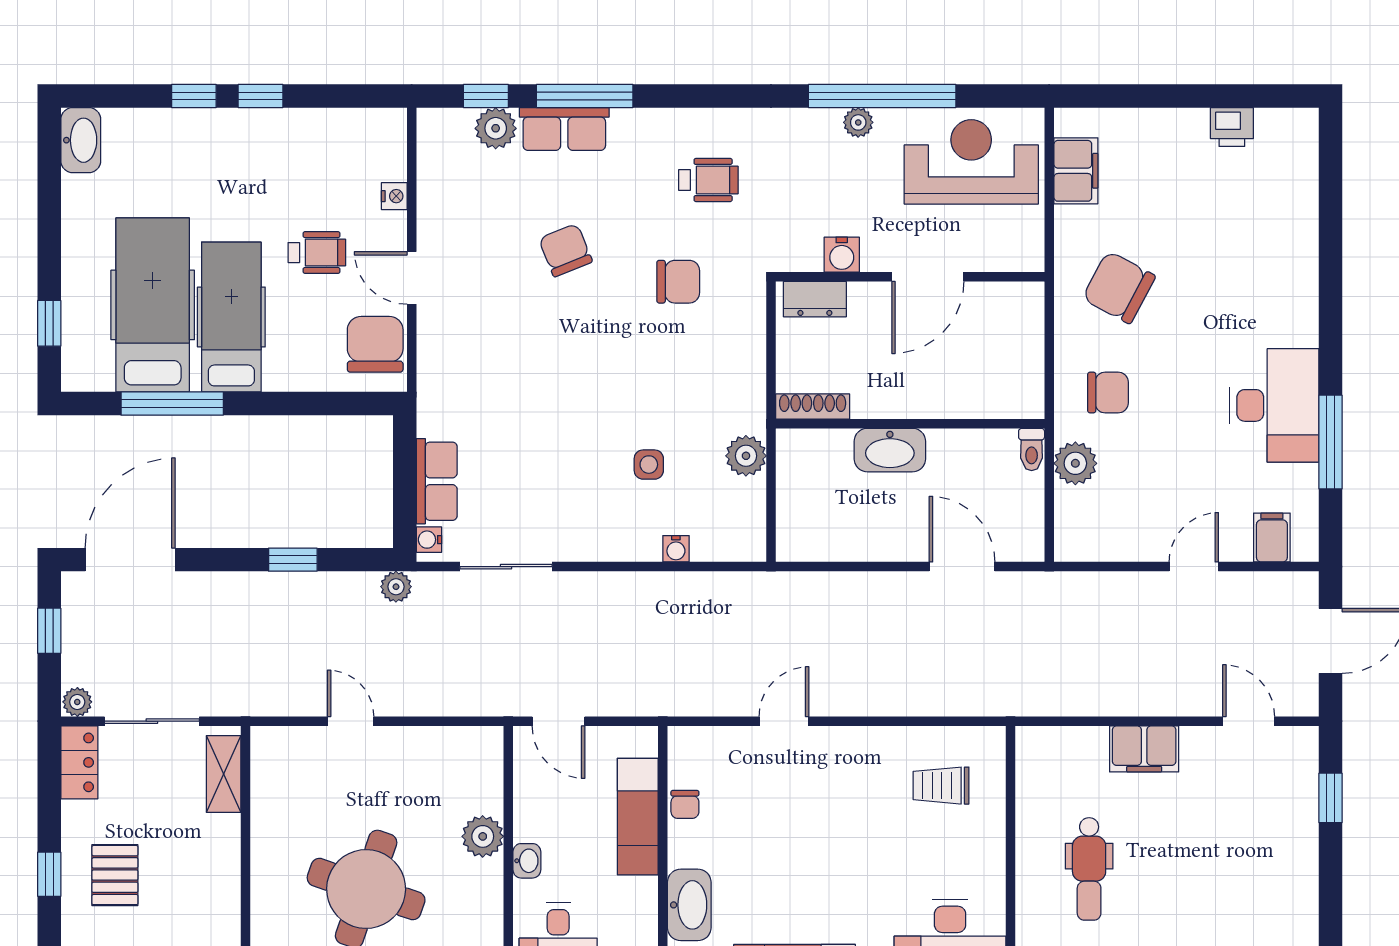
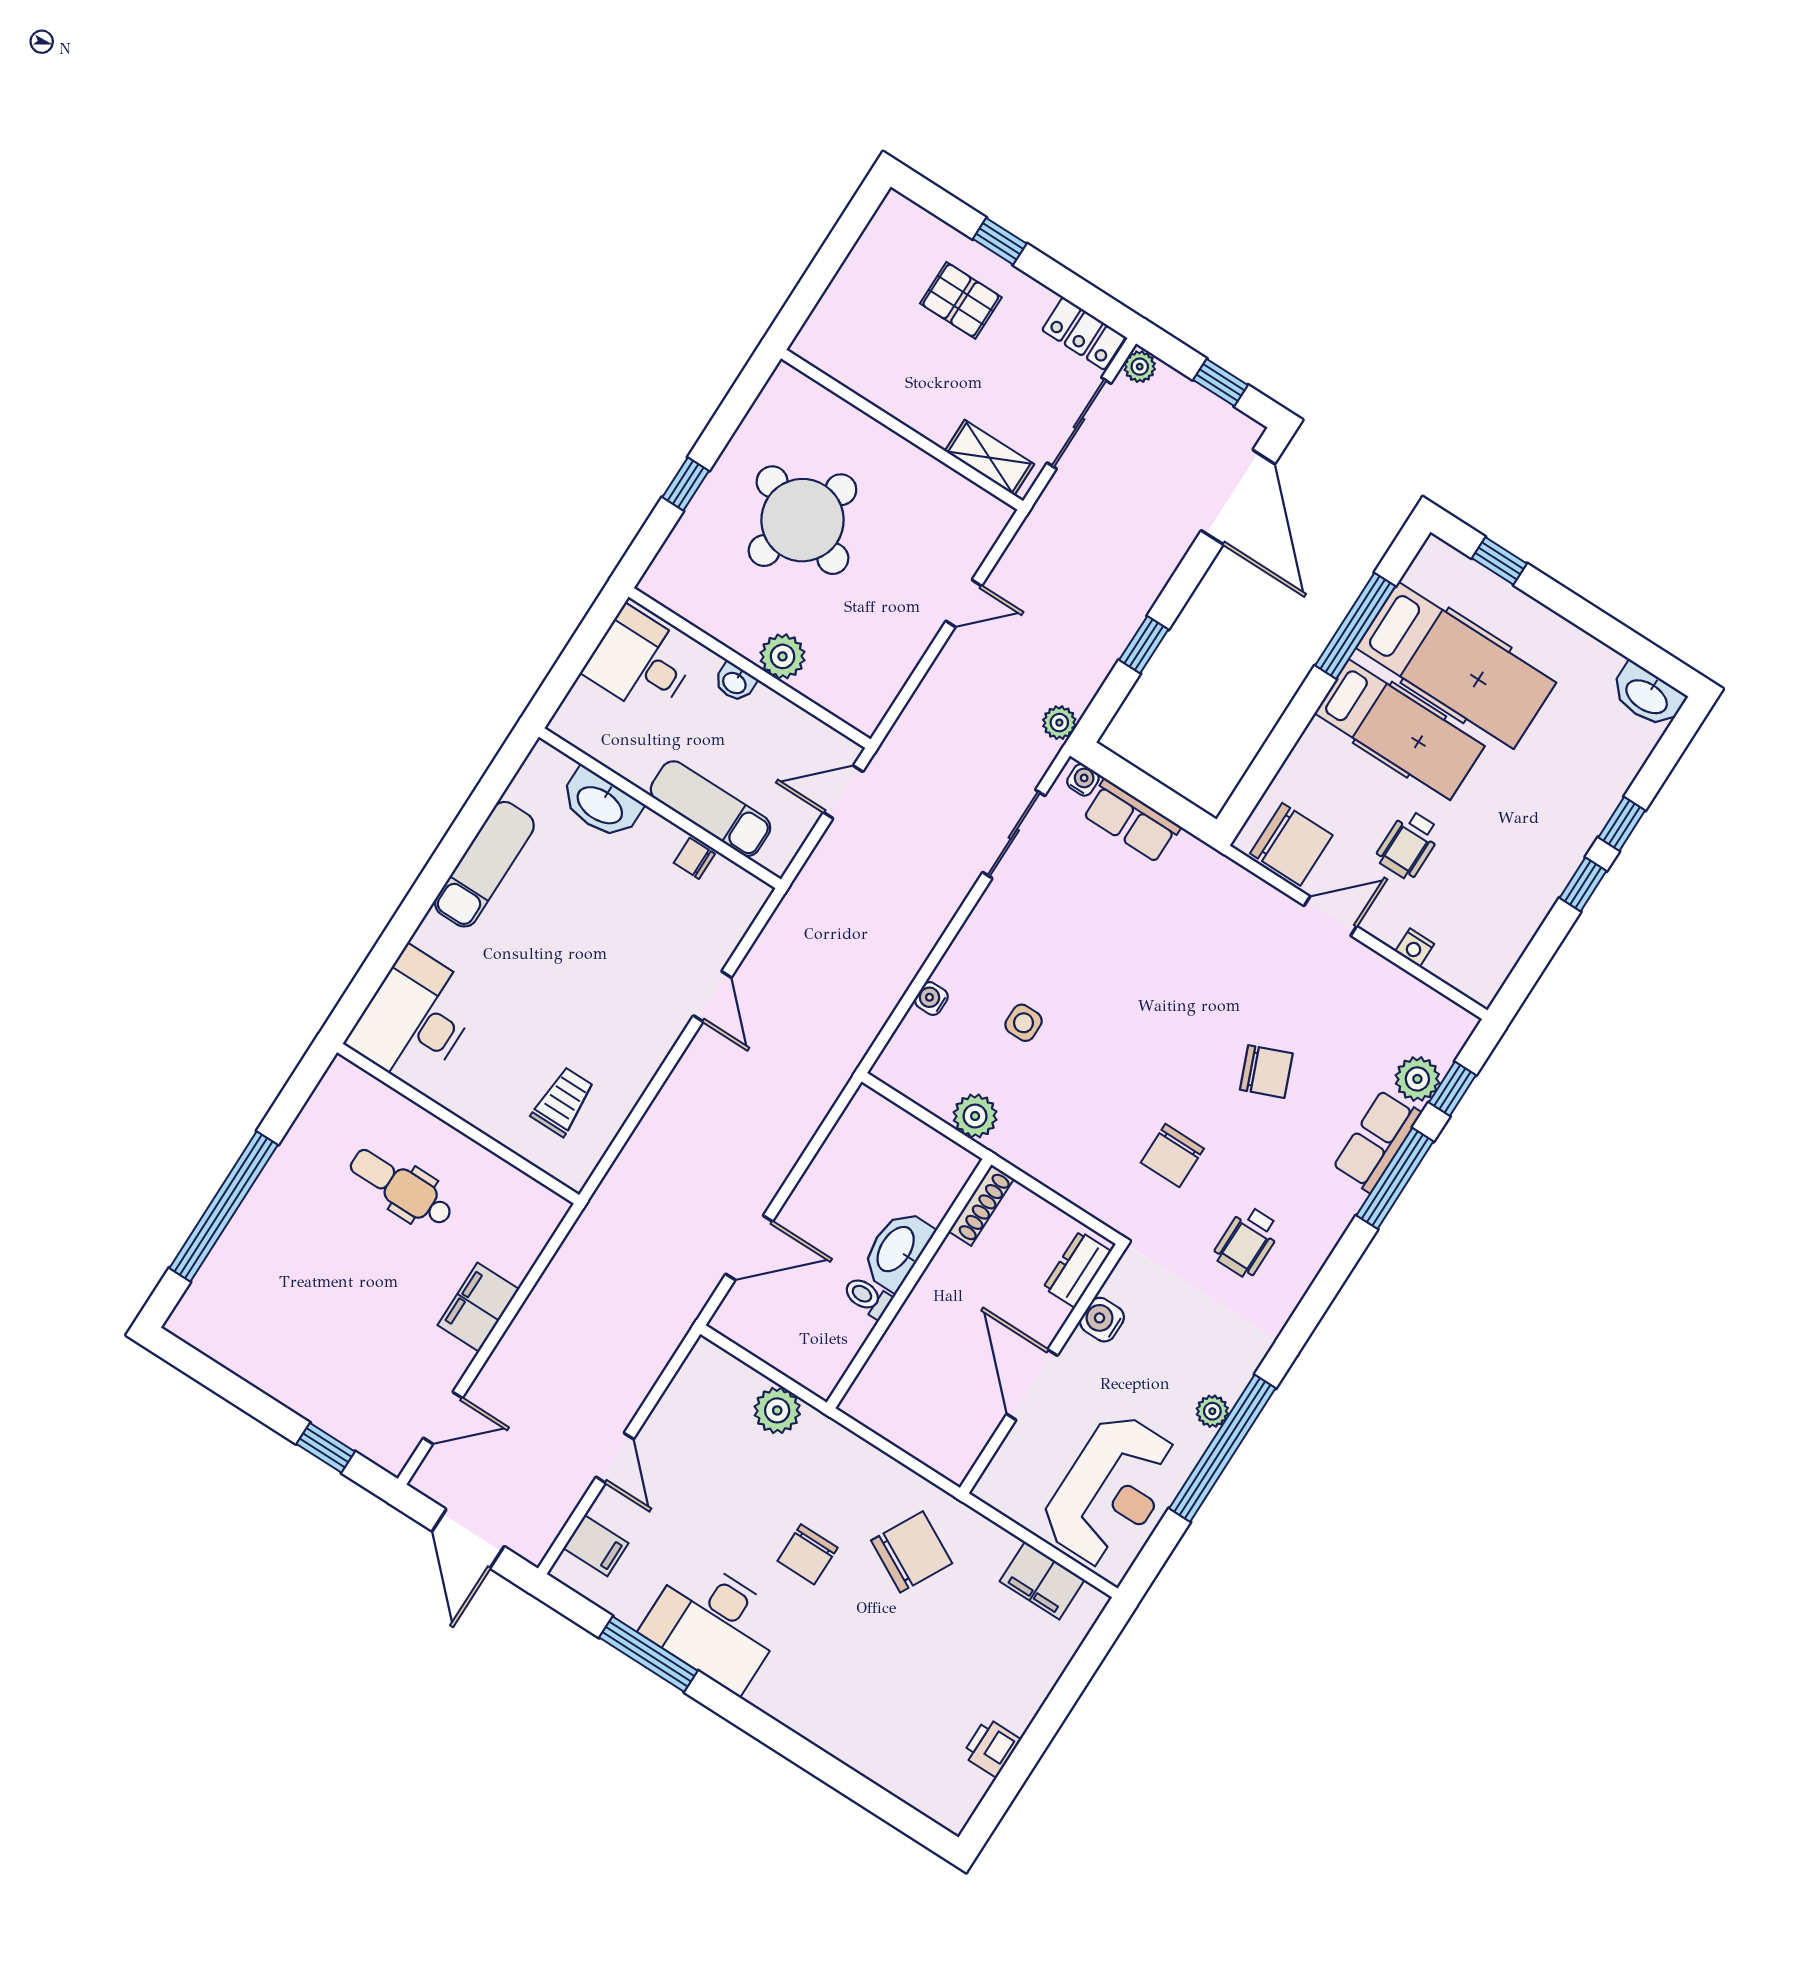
chair: (1108, 393) -> (808, 1554), moved
toilet: (1032, 449) -> (867, 1297), moved

